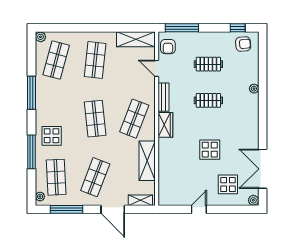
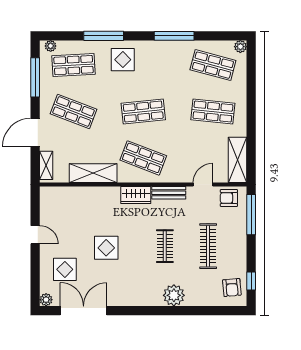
clothes rail: (208, 64) -> (208, 246), width x1.36
plant: (254, 89) -> (174, 295), width x1.88, depth x1.88

